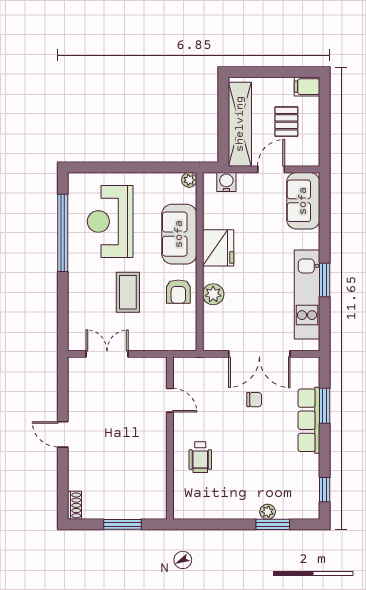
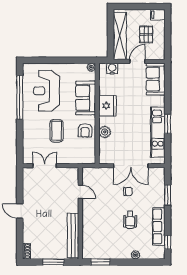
row of seats: (309, 420) -> (159, 227), moved
wheelchair: (200, 457) -> (130, 220), moved
bench: (157, 477) -> (73, 235), added
window: (273, 524) -> (101, 262), moved

